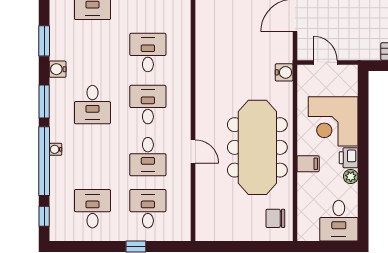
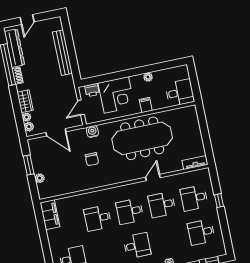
desk: (148, 157) -> (162, 205), turned 180
printer: (349, 158) -> (92, 90), moved
chair: (275, 218) -> (92, 159), moved
desk: (339, 221) -> (180, 93), moved
tv unit: (203, 222) -> (195, 163), added

